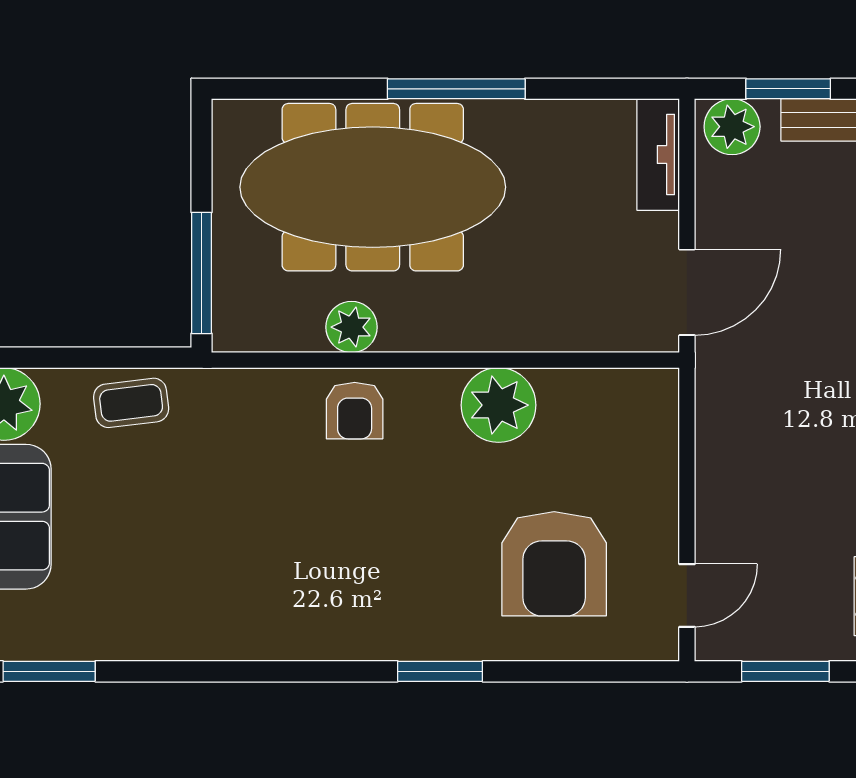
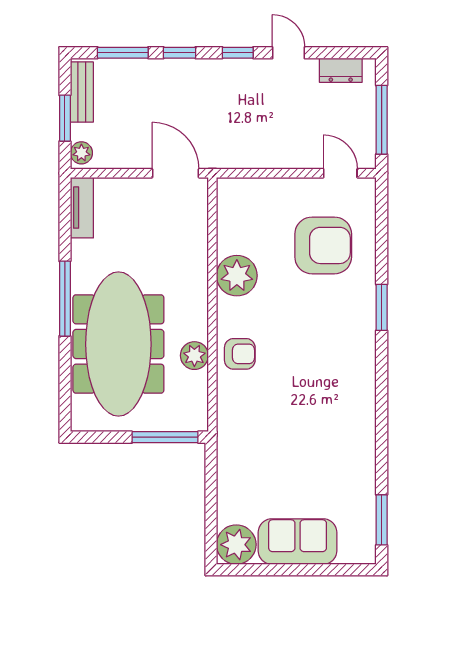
plant: (732, 127) -> (81, 153), width x0.73, depth x0.73
tv unit: (658, 155) -> (82, 208), moved, turned -90
coffee table: (131, 403) -> (236, 475), removed
window: (785, 671) -> (382, 120), width x1.44

